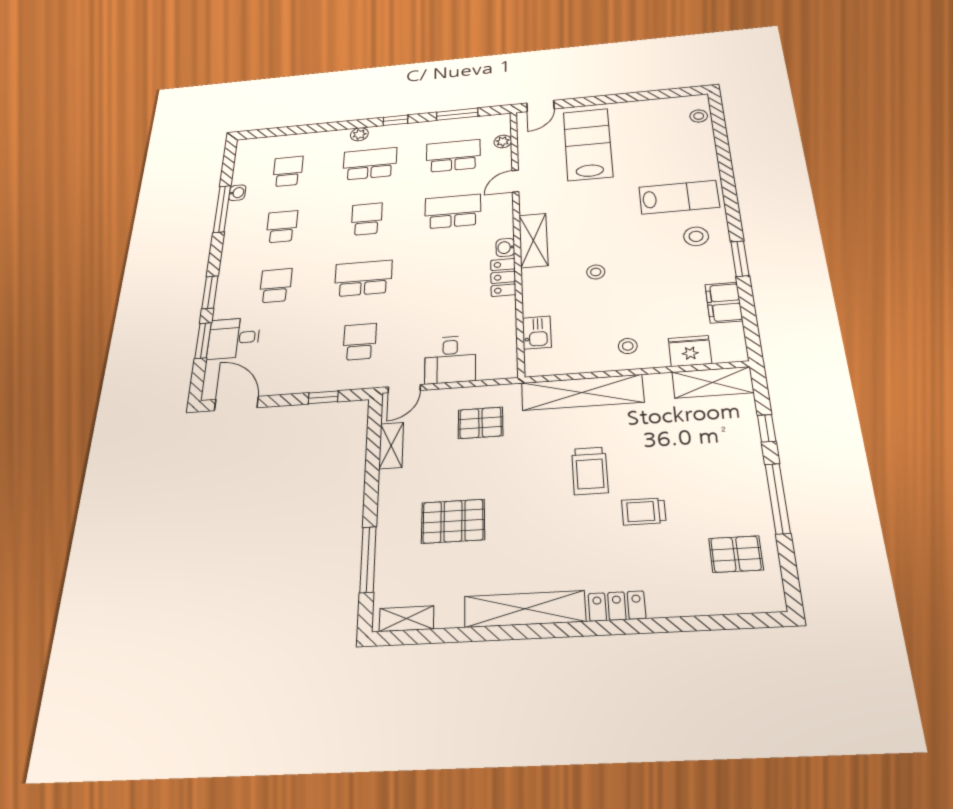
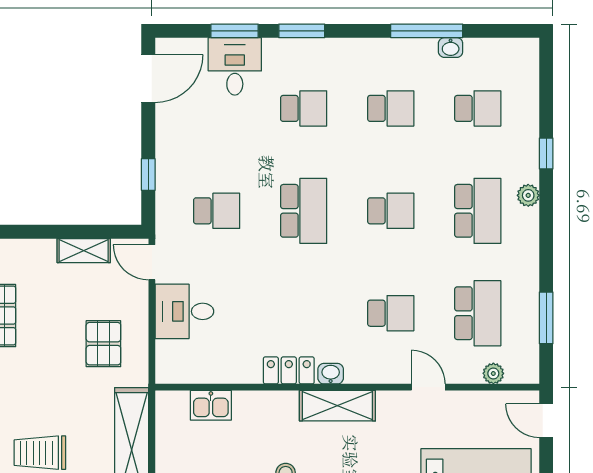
window: (395, 120) -> (546, 153), moved
school desk: (453, 211) -> (391, 313), width x0.54

